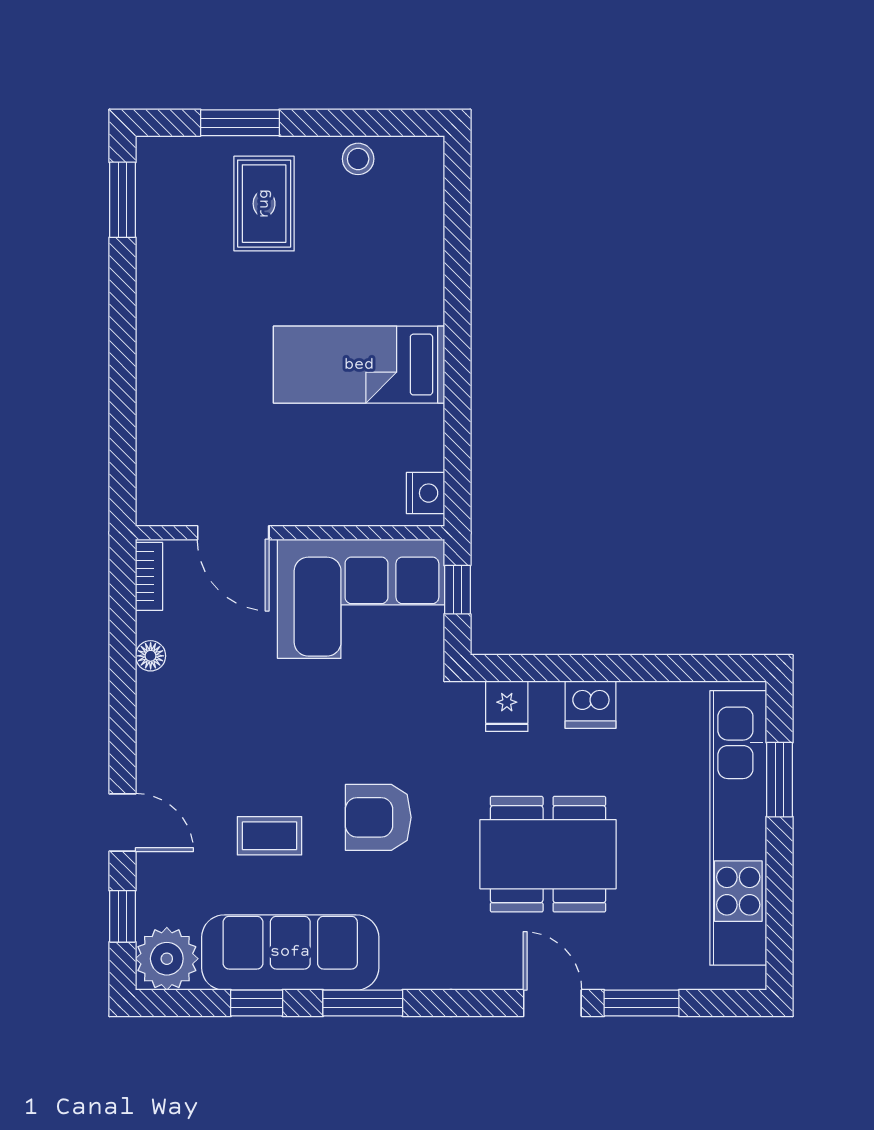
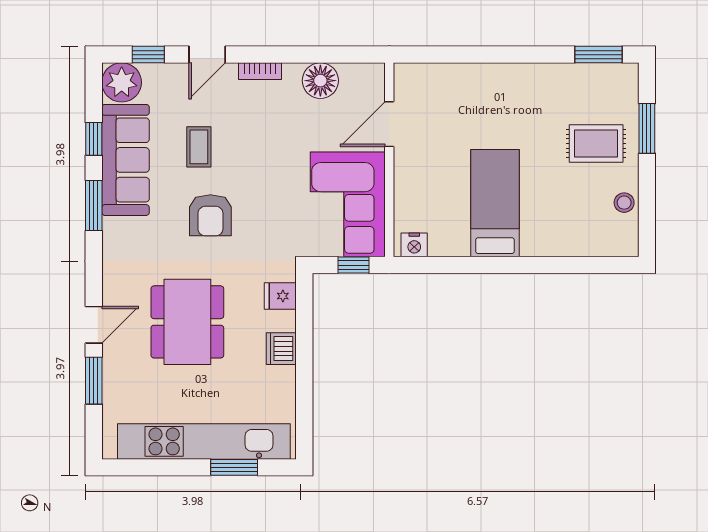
bookcase: (149, 576) -> (260, 71), moved
floor lamp: (151, 656) -> (320, 81), width x1.89, depth x1.89
armchair: (378, 817) -> (210, 215), turned 180

